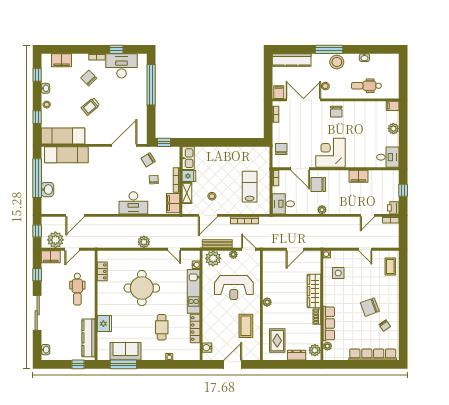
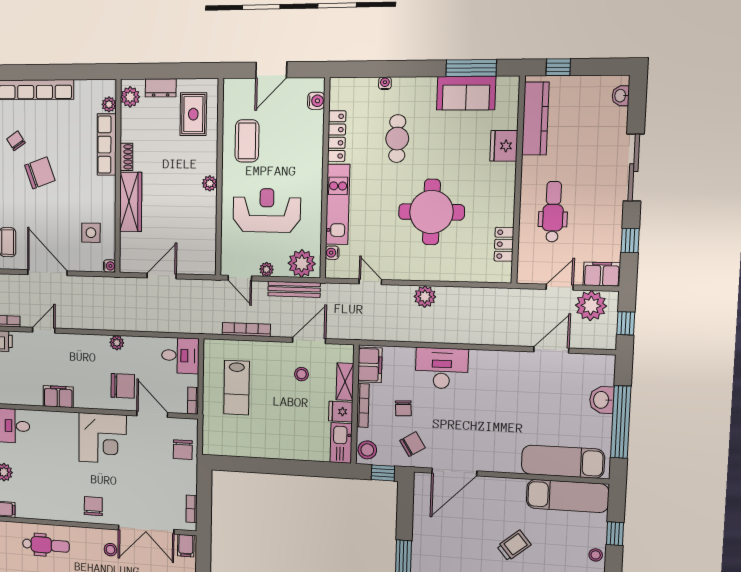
stool: (173, 155) -> (367, 450), added
door: (365, 249) -> (47, 273), width x1.87

